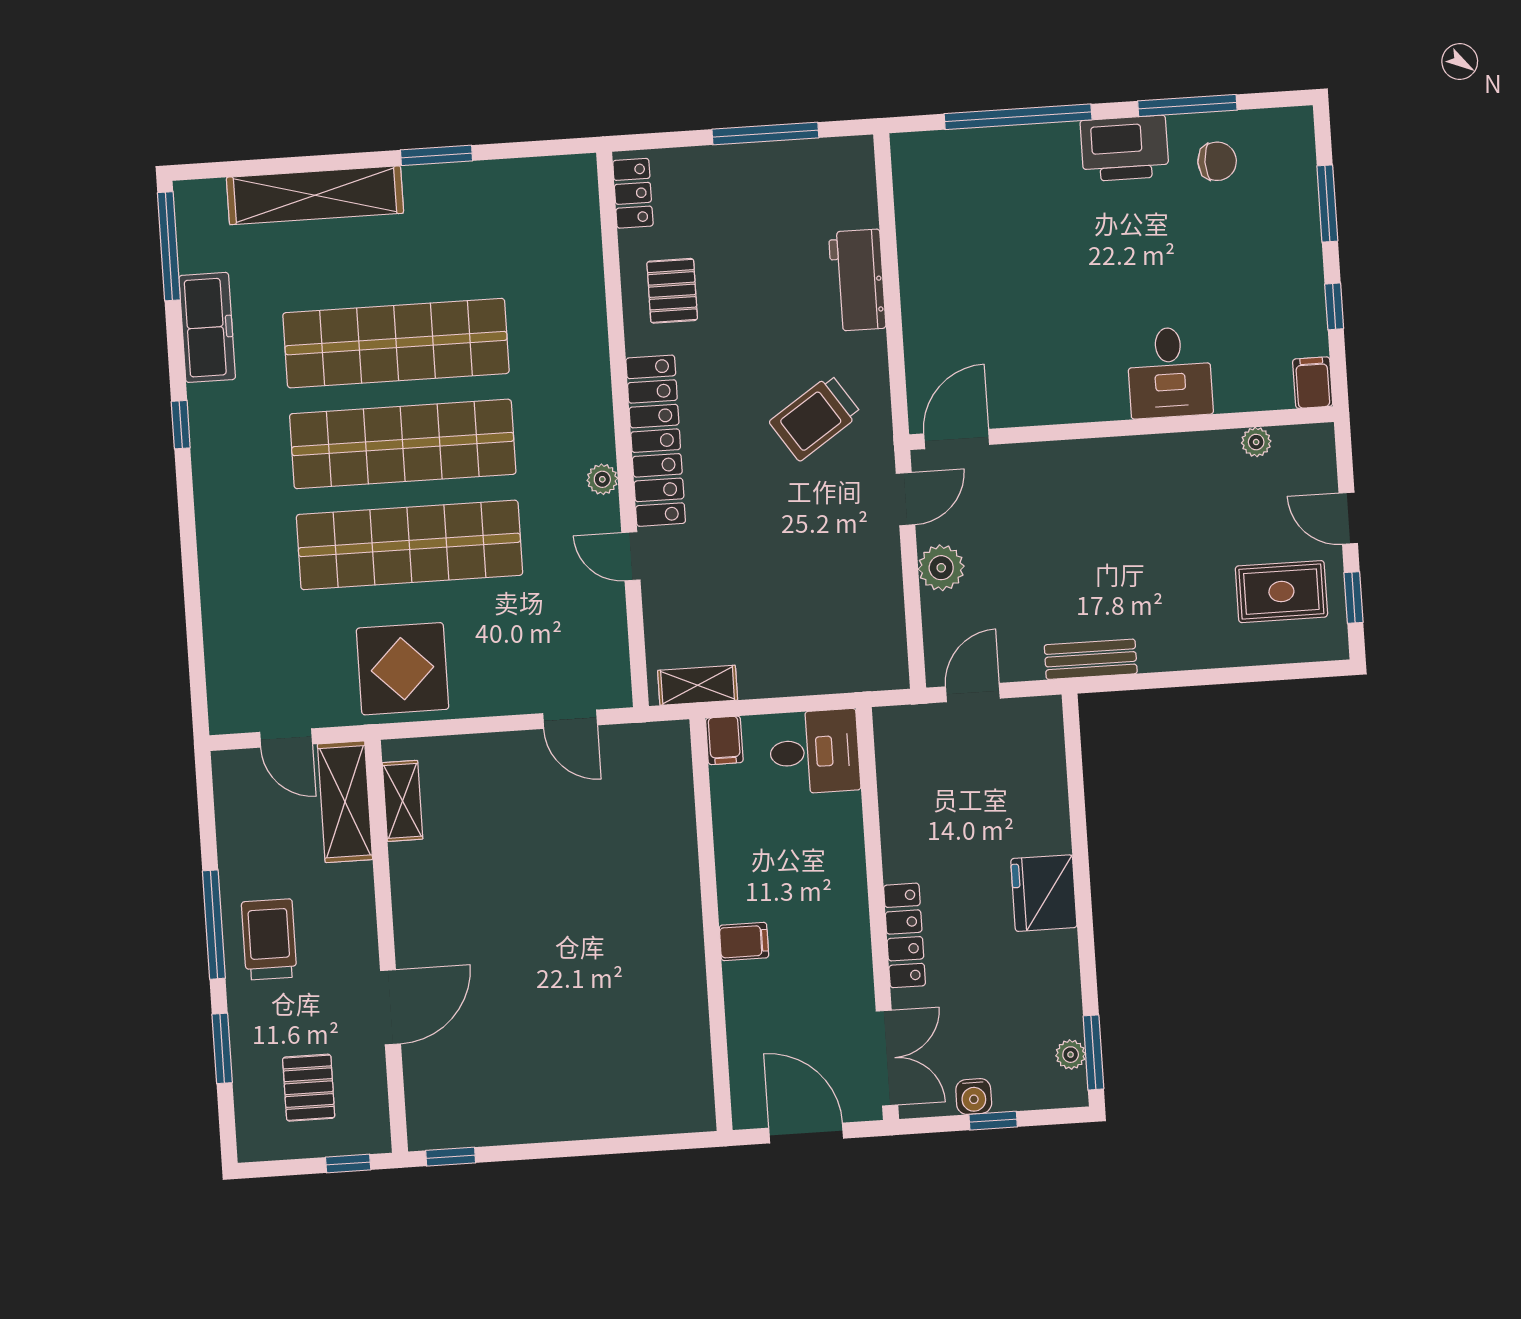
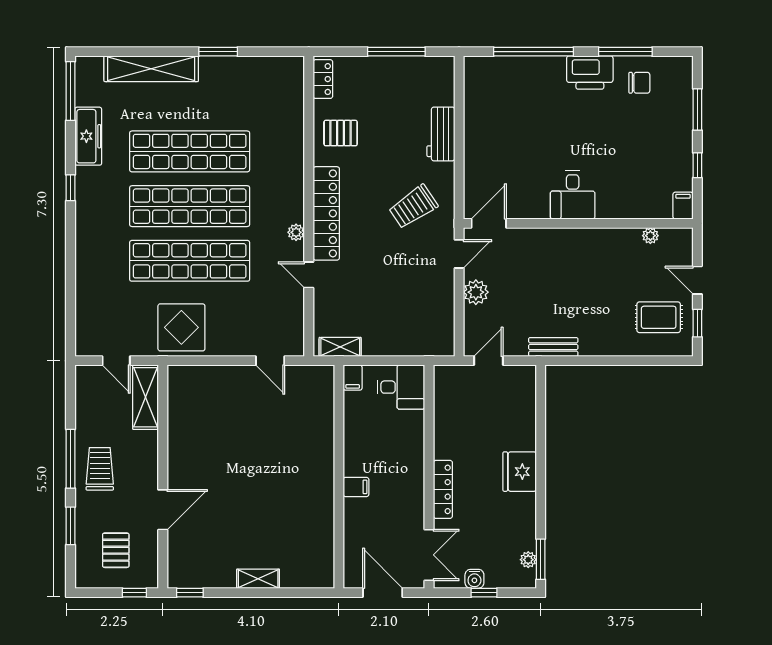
pallet: (672, 291) -> (341, 133), turned 90
desk: (1170, 372) -> (573, 195), moved
shelving: (402, 801) -> (258, 579), moved, turned 90

